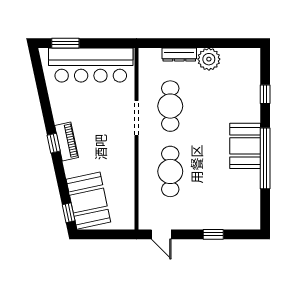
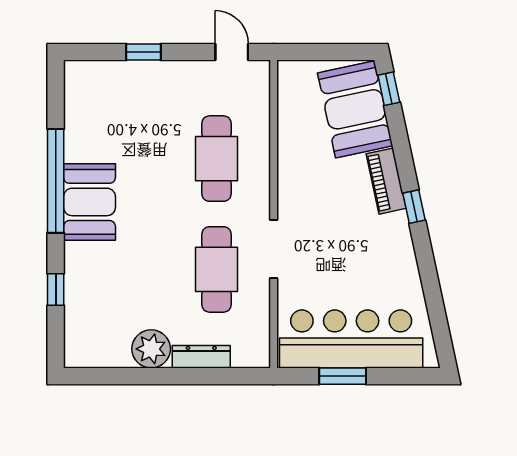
window: (65, 43) -> (343, 376), moved
piano: (66, 141) -> (386, 181), moved

